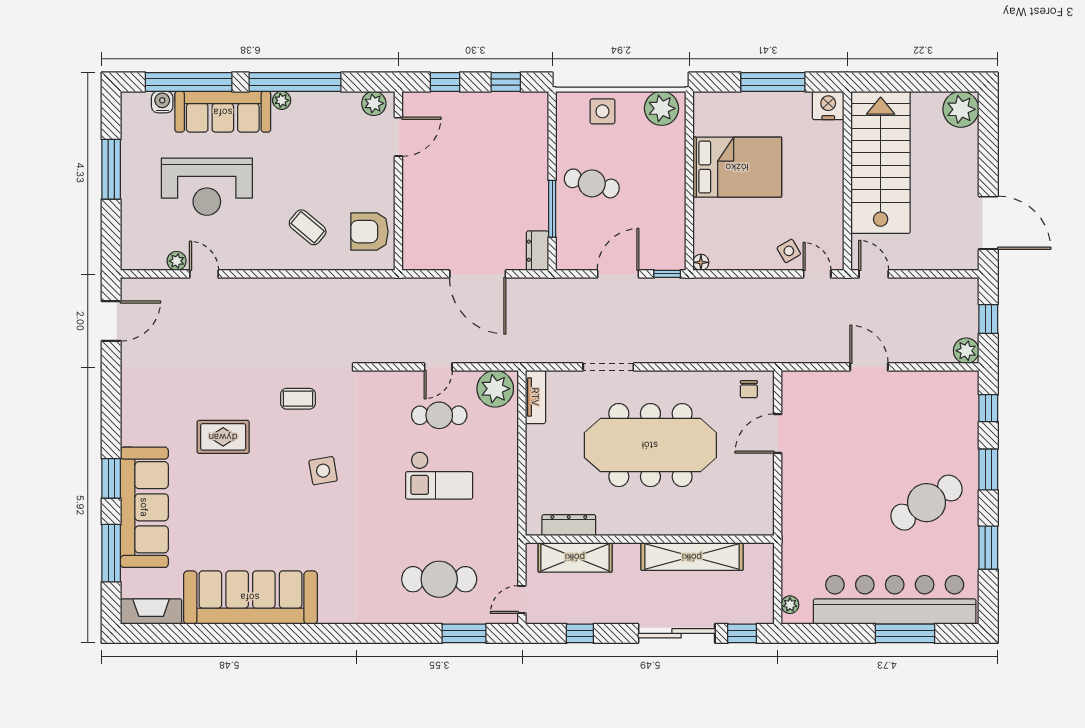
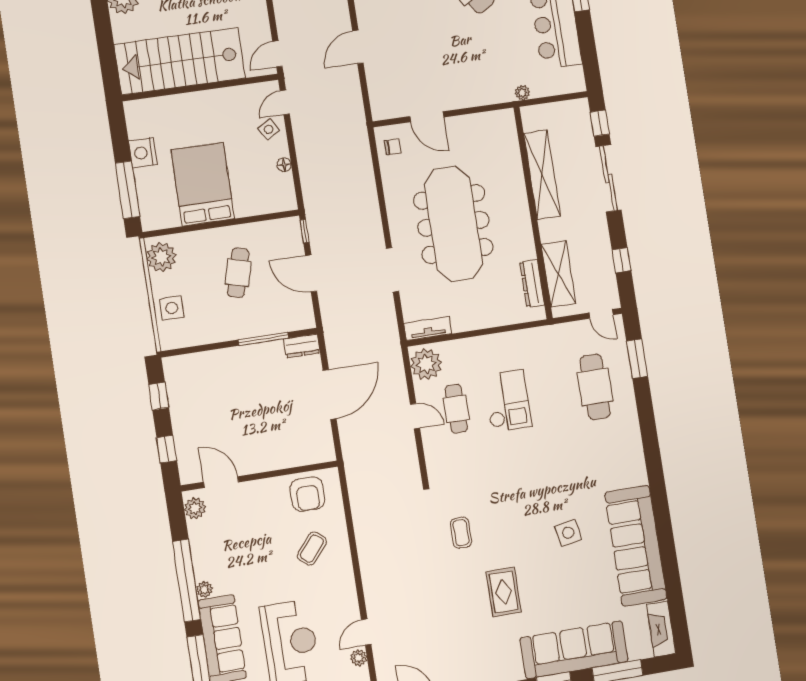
window: (773, 82) -> (128, 190), moved
nightstand: (828, 105) -> (143, 153), moved
cafe table: (592, 183) -> (238, 273), moved
floor lamp: (701, 262) -> (284, 165), moved
side table: (323, 471) -> (568, 533), moved
plant: (790, 605) -> (522, 93), moved

